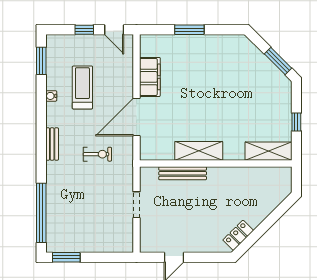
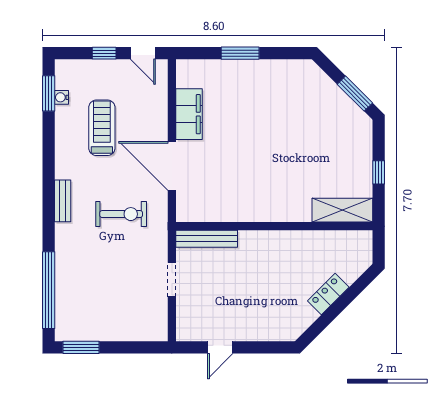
water cooler: (51, 96) -> (61, 97), moved
door: (137, 117) -> (172, 166), hinge flipped
shelving: (199, 151) -> (252, 210), removed
exercise bike: (97, 154) -> (121, 214), width x1.38, depth x1.39
bench: (183, 173) -> (207, 239), moved
locker: (238, 235) -> (328, 294), moved

